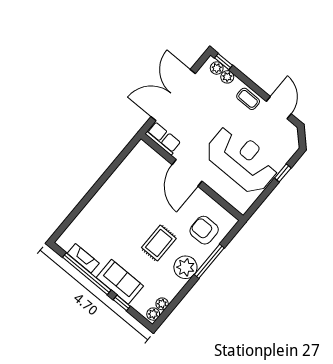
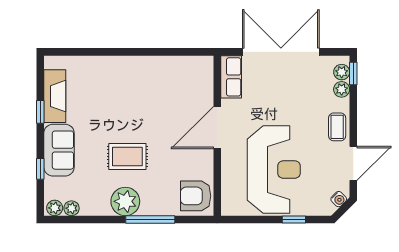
water cooler: (293, 135) -> (339, 199), added
armchair: (204, 230) -> (196, 196), moved, turned -90
fireplace: (83, 258) -> (55, 96), width x1.37, depth x1.32
window: (87, 274) -> (40, 112), width x0.32

